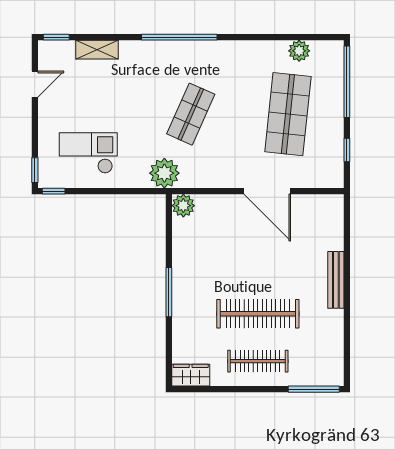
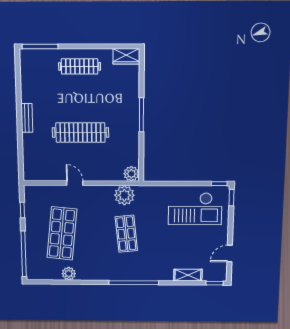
plant: (299, 51) -> (69, 274), moved
shop shelf: (191, 114) -> (126, 234), turned -30
checkout: (88, 153) -> (195, 209), width x1.36, depth x1.21
plant: (164, 173) -> (124, 195), moved
door: (267, 191) -> (75, 183), width x0.53
bench: (336, 280) -> (27, 118), width x0.73
clothes rail: (258, 314) -> (80, 132), moved

